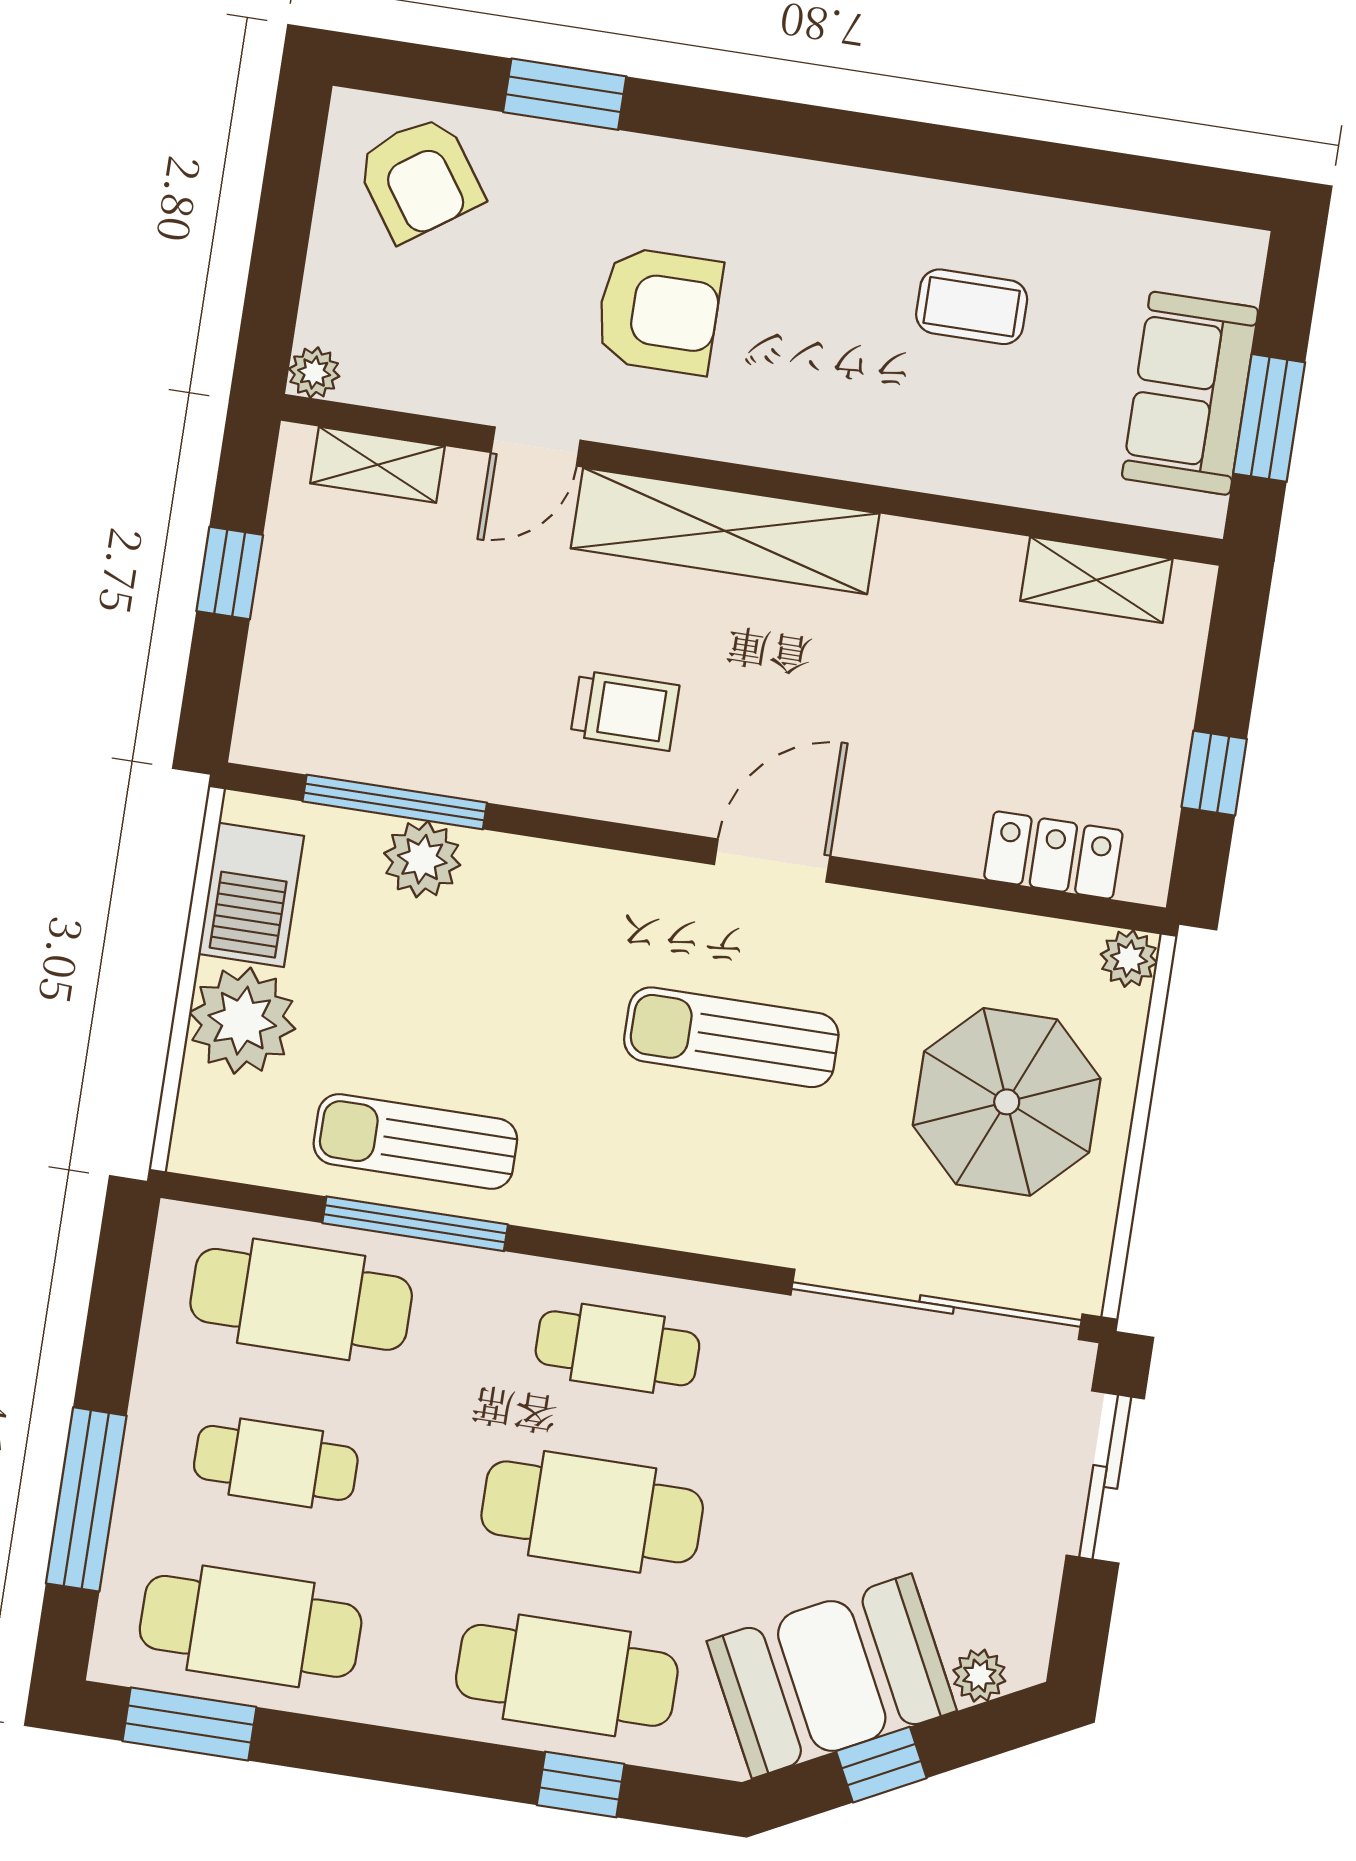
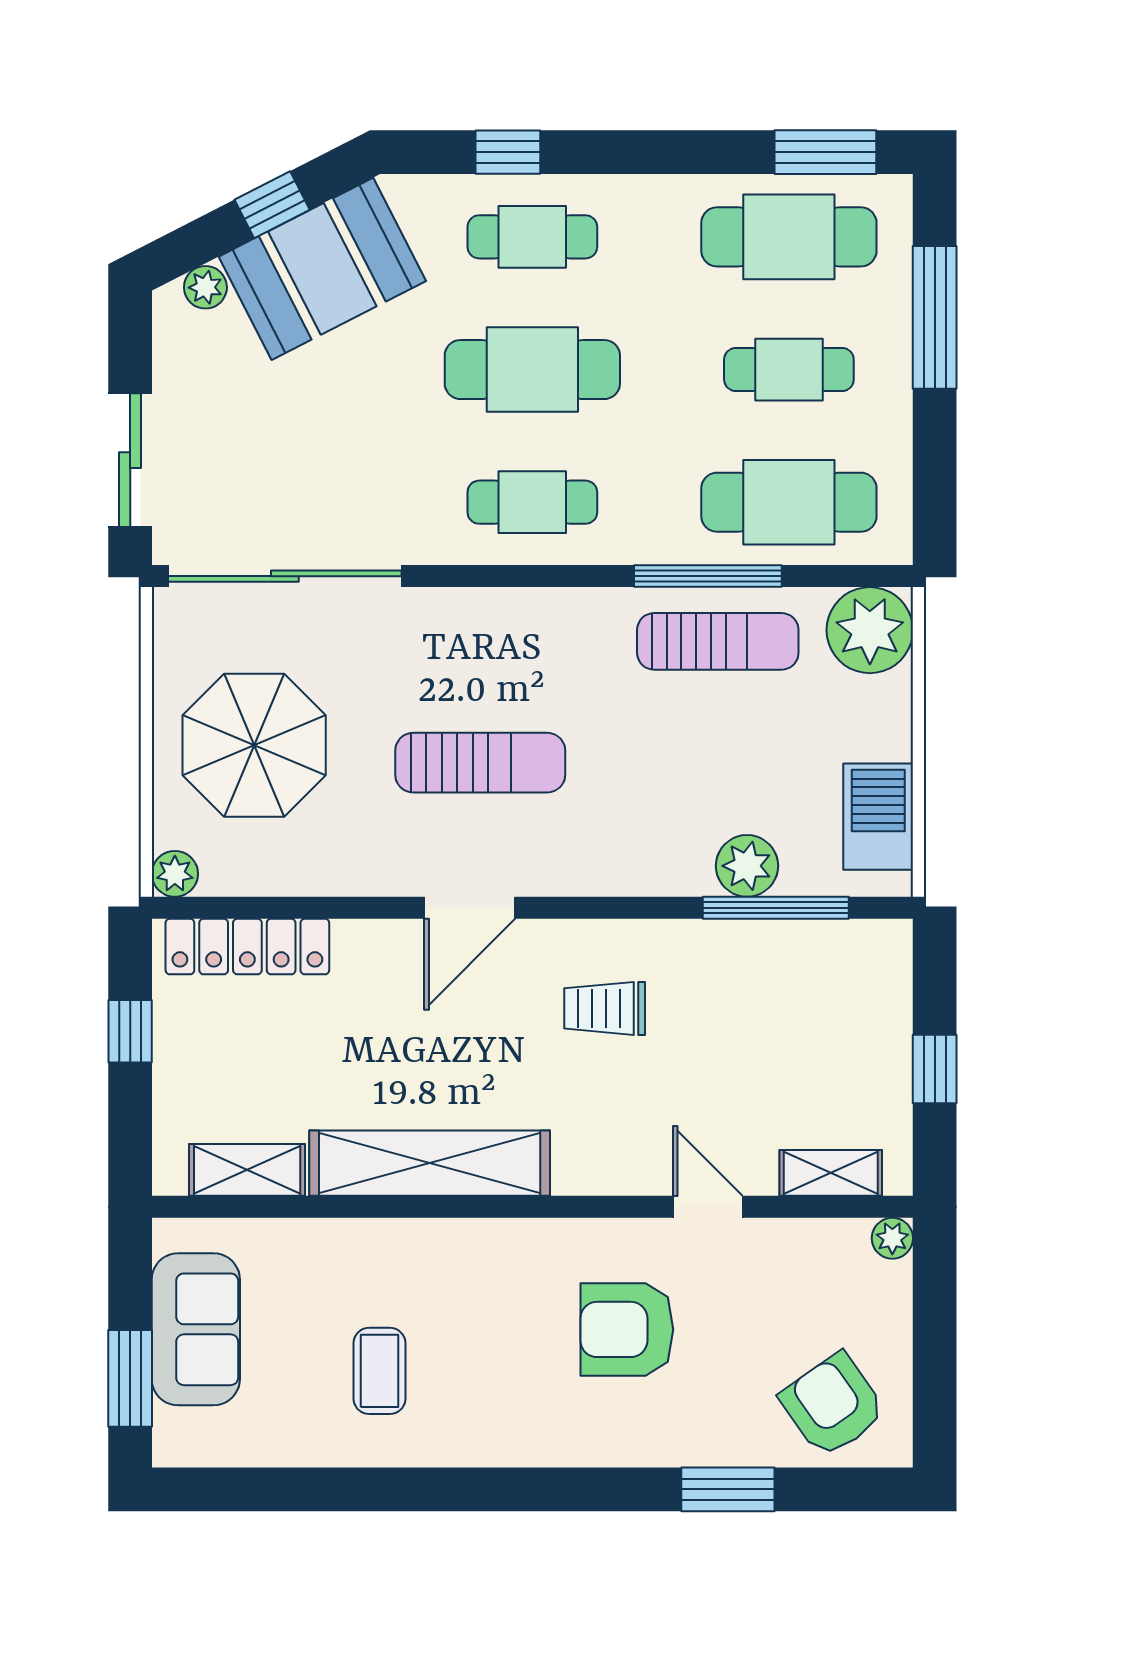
coffee table: (972, 307) -> (379, 1371), turned 90
window: (1269, 418) -> (130, 1378), moved
door: (536, 446) -> (708, 1207), hinge flipped
shelving: (725, 531) -> (430, 1163), moved
locker: (1053, 855) -> (247, 947), width x1.53
plant: (242, 1021) -> (870, 630), moved
cafe table: (567, 1675) -> (532, 237), width x0.73, depth x0.74

